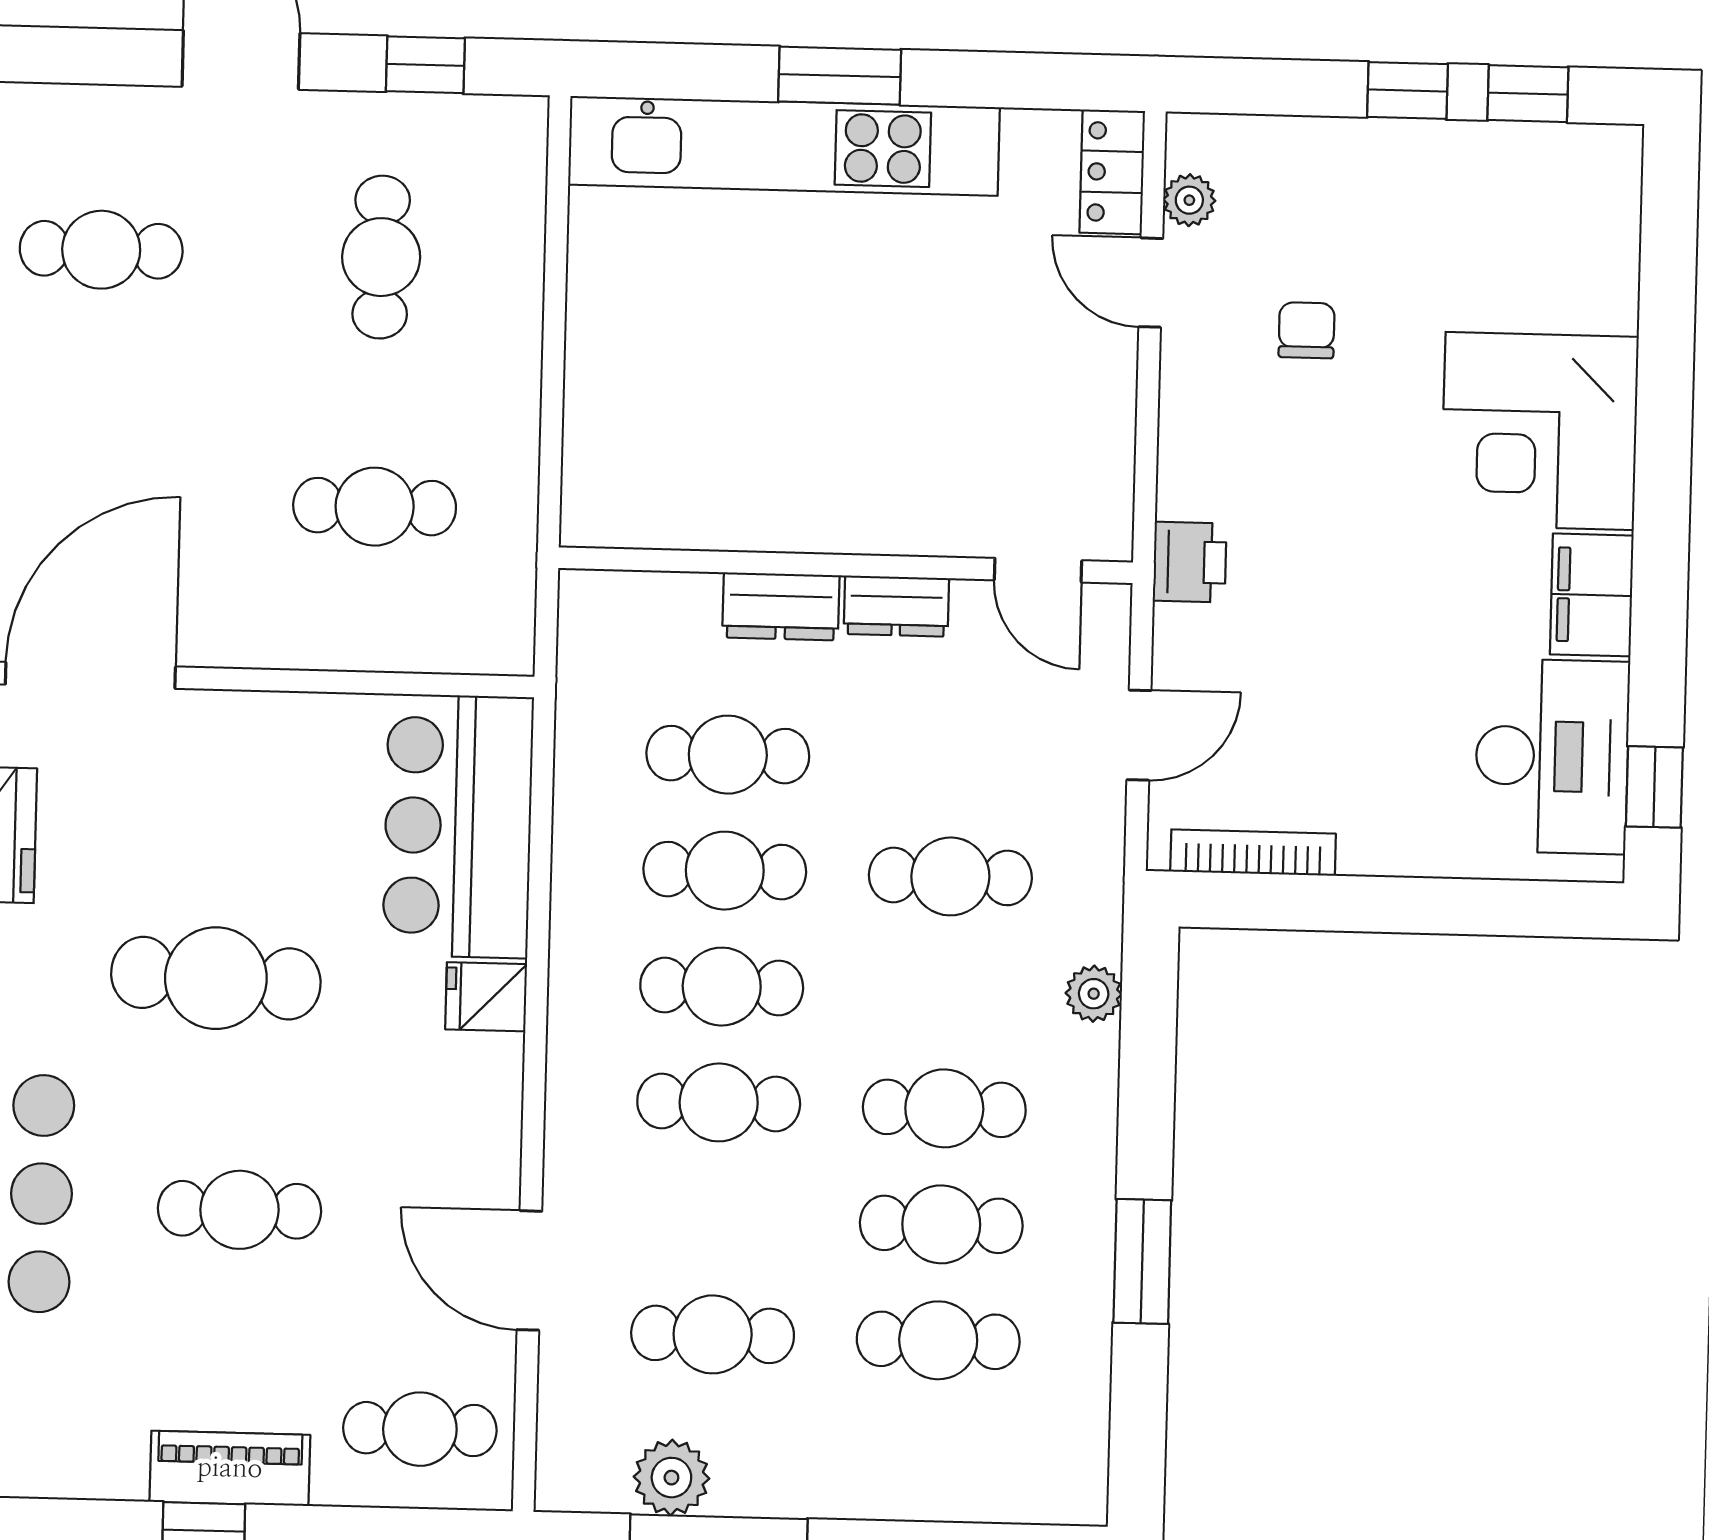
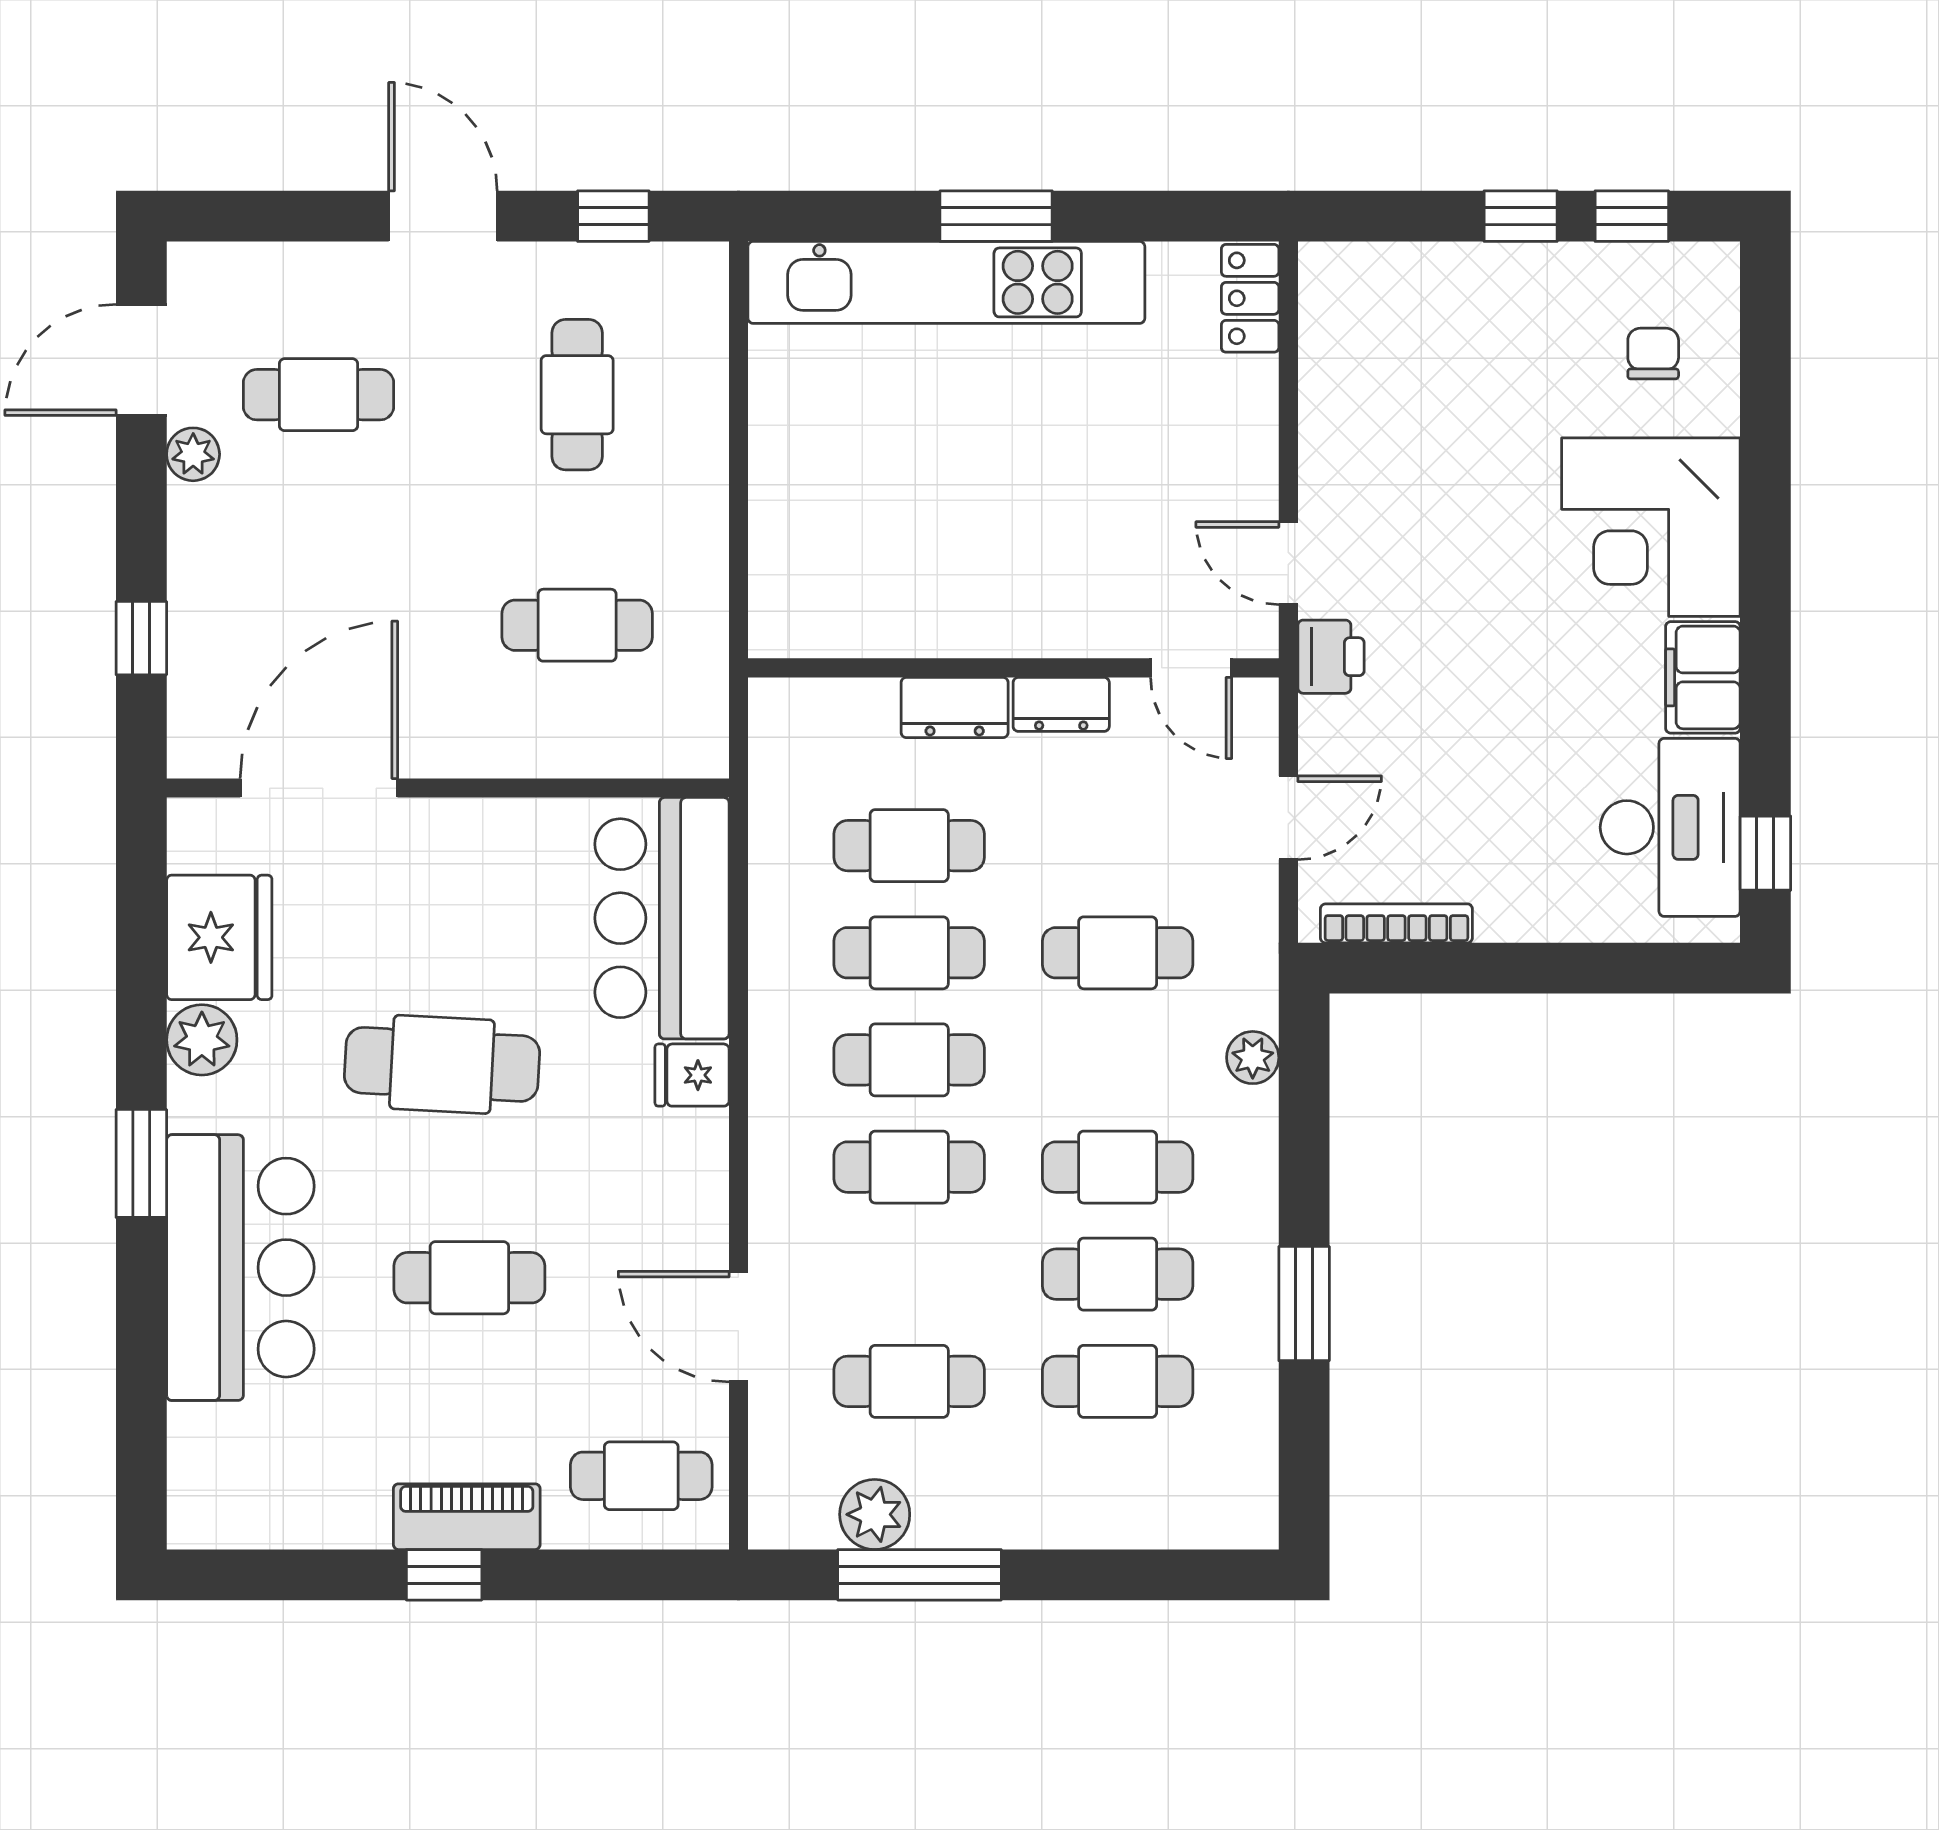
plant: (1189, 200) -> (1322, 323), removed
door: (1151, 283) -> (1288, 563), moved
chair: (1307, 330) -> (1653, 354), moved

